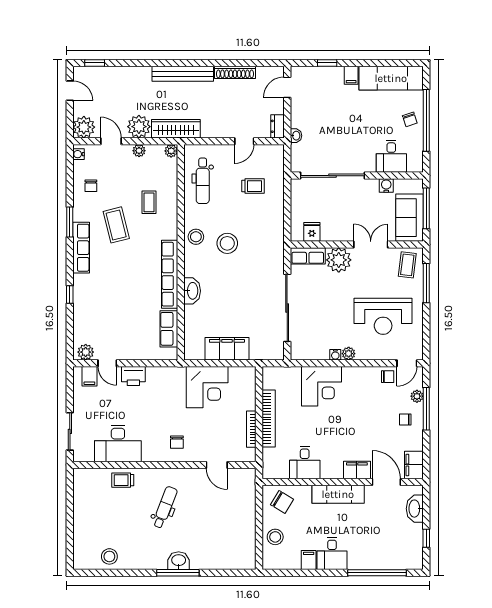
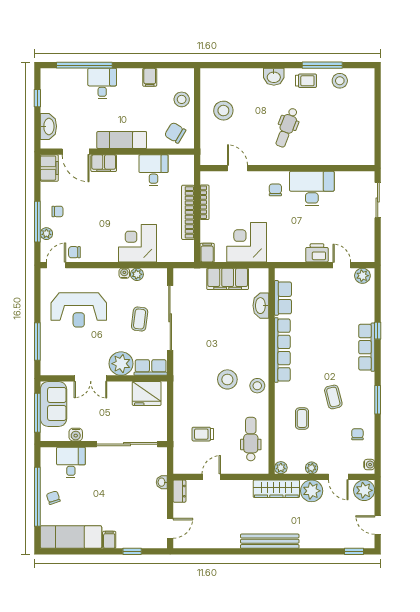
shoe rack: (235, 72) -> (220, 542), removed
coffee table: (116, 225) -> (333, 397), width x0.73, depth x0.77
fridge: (312, 232) -> (147, 394), width x1.88, depth x1.34
row of seats: (81, 248) -> (367, 347), moved
coffee table: (407, 265) -> (140, 319), moved
washbasin: (192, 291) -> (261, 306), moved
reception desk: (383, 316) -> (79, 310), turned 180
plant: (349, 354) -> (137, 274), moved
filing cabinet: (89, 376) -> (207, 253), moved
desk: (118, 443) -> (312, 189), moved
trolley: (123, 480) -> (306, 81), moved
stool: (231, 525) -> (223, 111), added
desk: (332, 554) -> (102, 84), moved
window: (178, 573) -> (322, 65), moved

